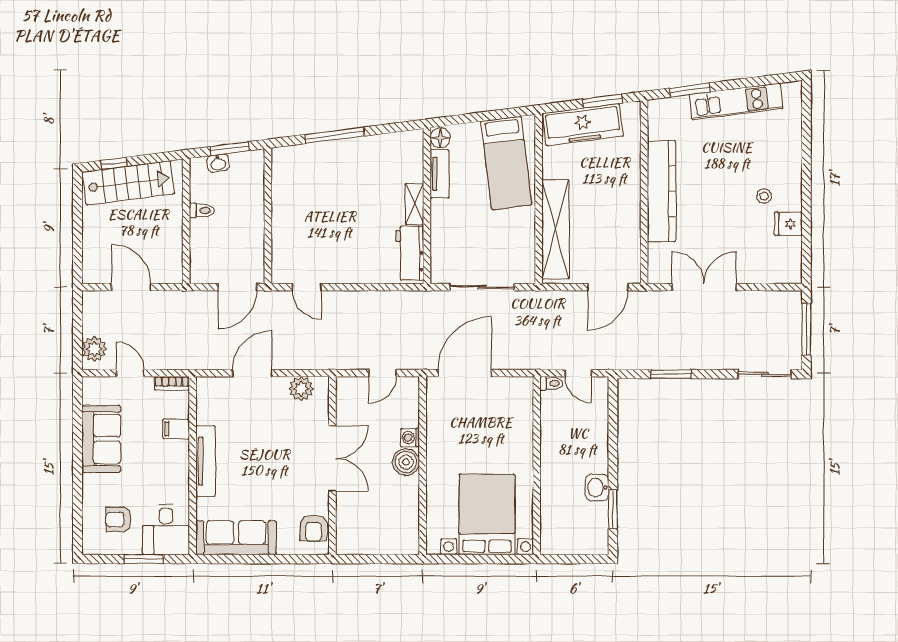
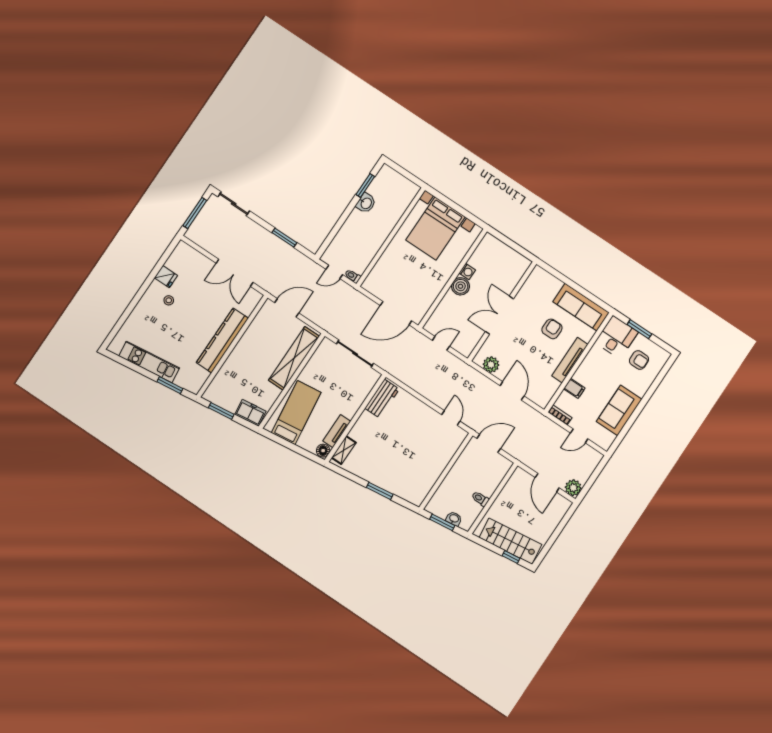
freezer: (583, 125) -> (250, 413), width x0.52, depth x0.79
window: (335, 135) -> (380, 491), width x0.69
shelving: (414, 204) -> (344, 450), moved
plant: (94, 349) -> (573, 488), moved
door: (130, 373) -> (579, 436), hinge flipped
door: (252, 373) -> (512, 391), swing flipped
door: (578, 373) -> (334, 272), swing flipped
washing machine: (410, 438) -> (467, 271), moved
armchair: (314, 528) -> (552, 329), moved

